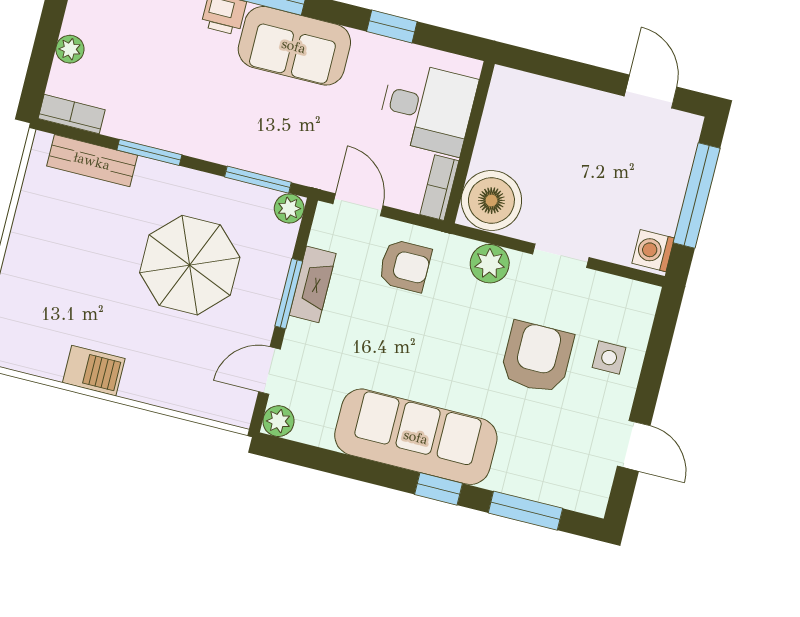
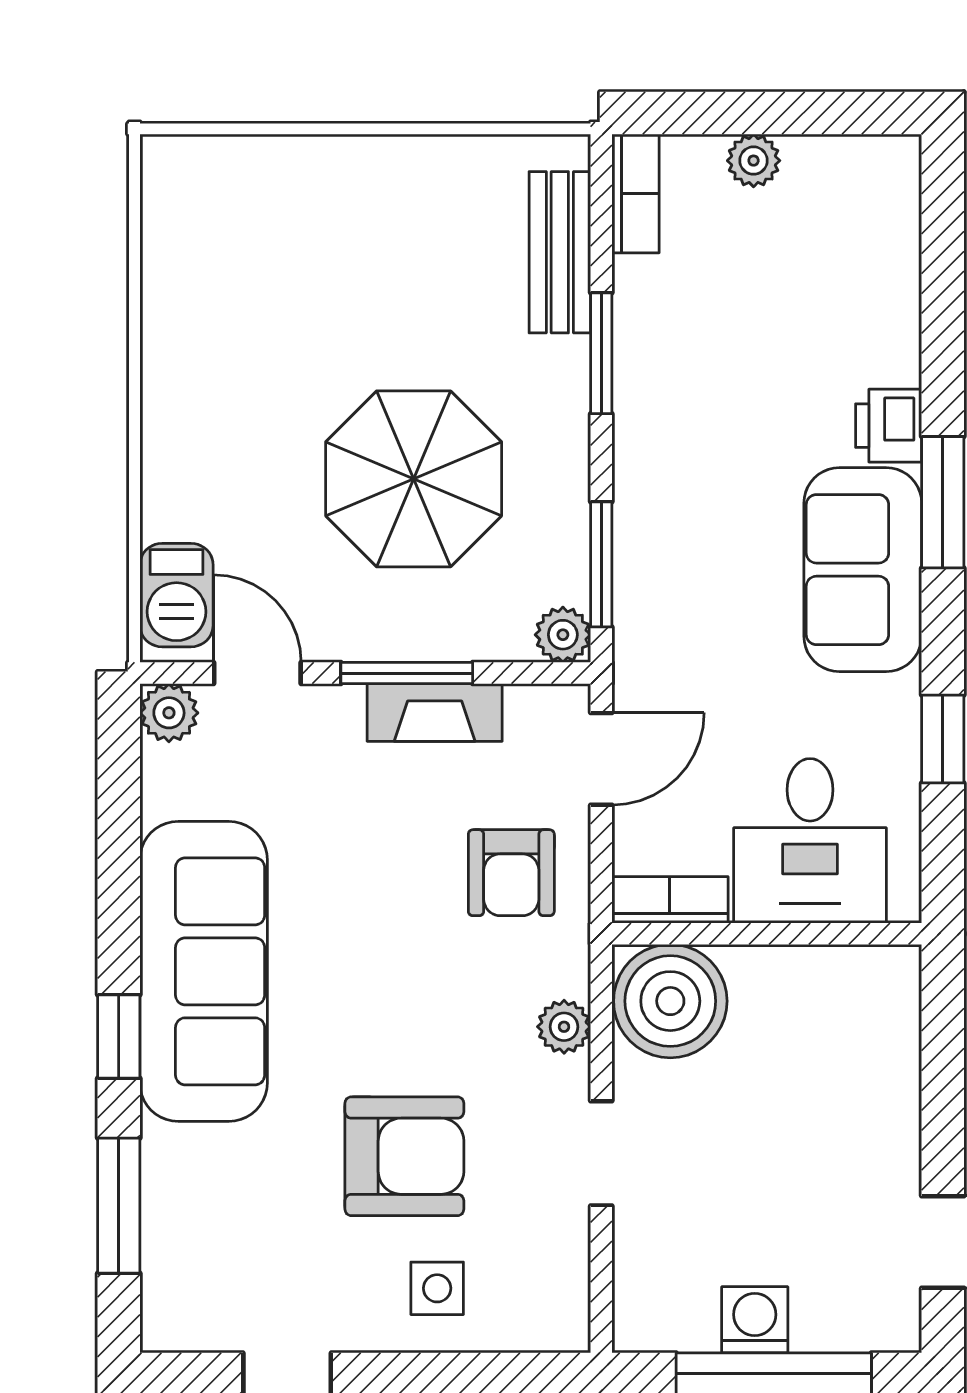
washing machine: (653, 251) -> (755, 1320), moved
plant: (490, 264) -> (564, 1027), width x0.73, depth x0.73
barbecue: (94, 371) -> (176, 595), moved

